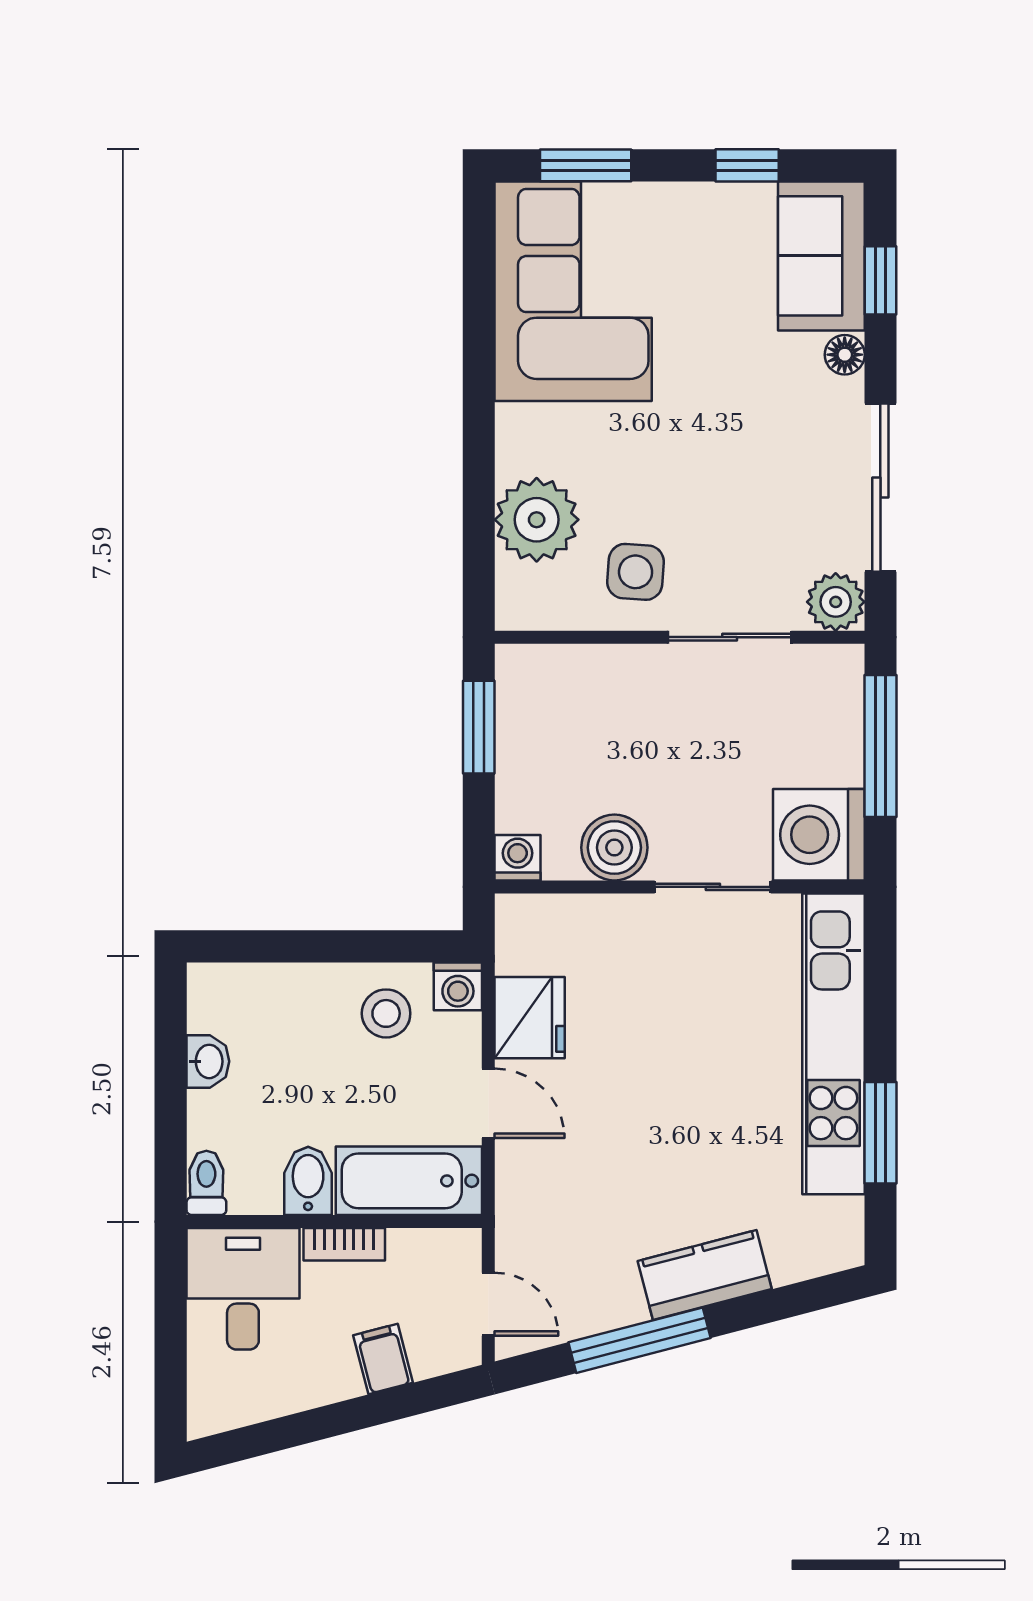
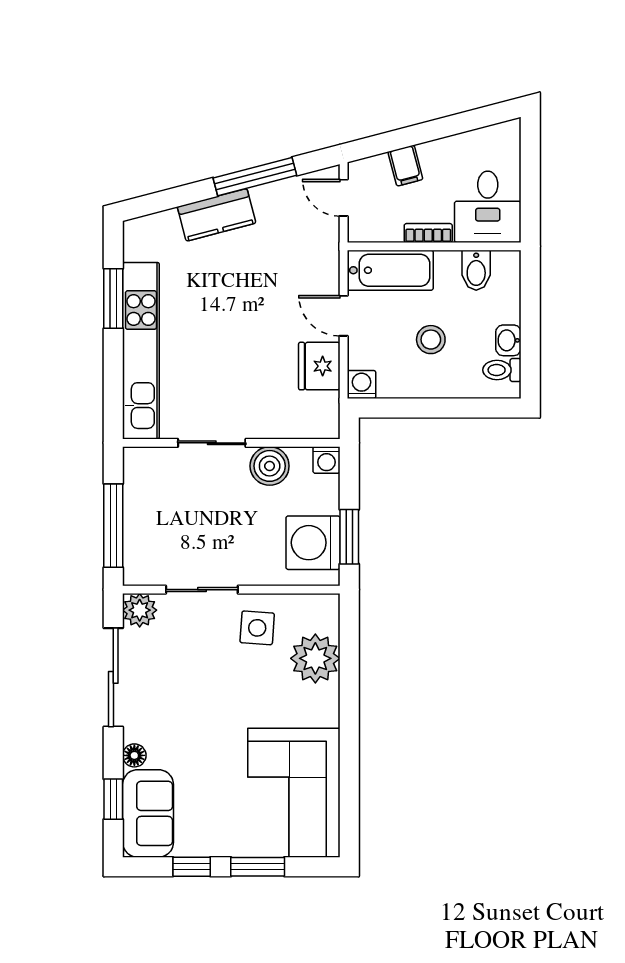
window: (586, 165) -> (258, 867), moved
washing machine: (819, 835) -> (313, 543), moved, turned 180
stool: (386, 1013) -> (431, 340), moved
bidet: (308, 1181) -> (476, 270), moved
toilet: (206, 1183) -> (502, 370), moved, turned 90

